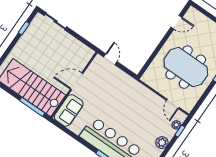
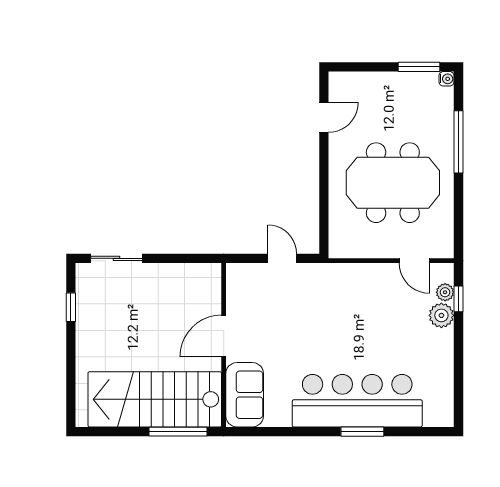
door: (110, 59) -> (282, 258), moved
plant: (162, 143) -> (441, 315), moved

